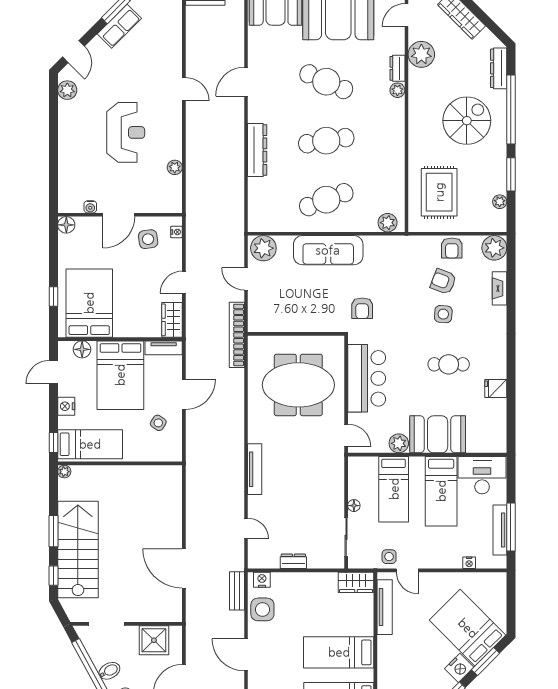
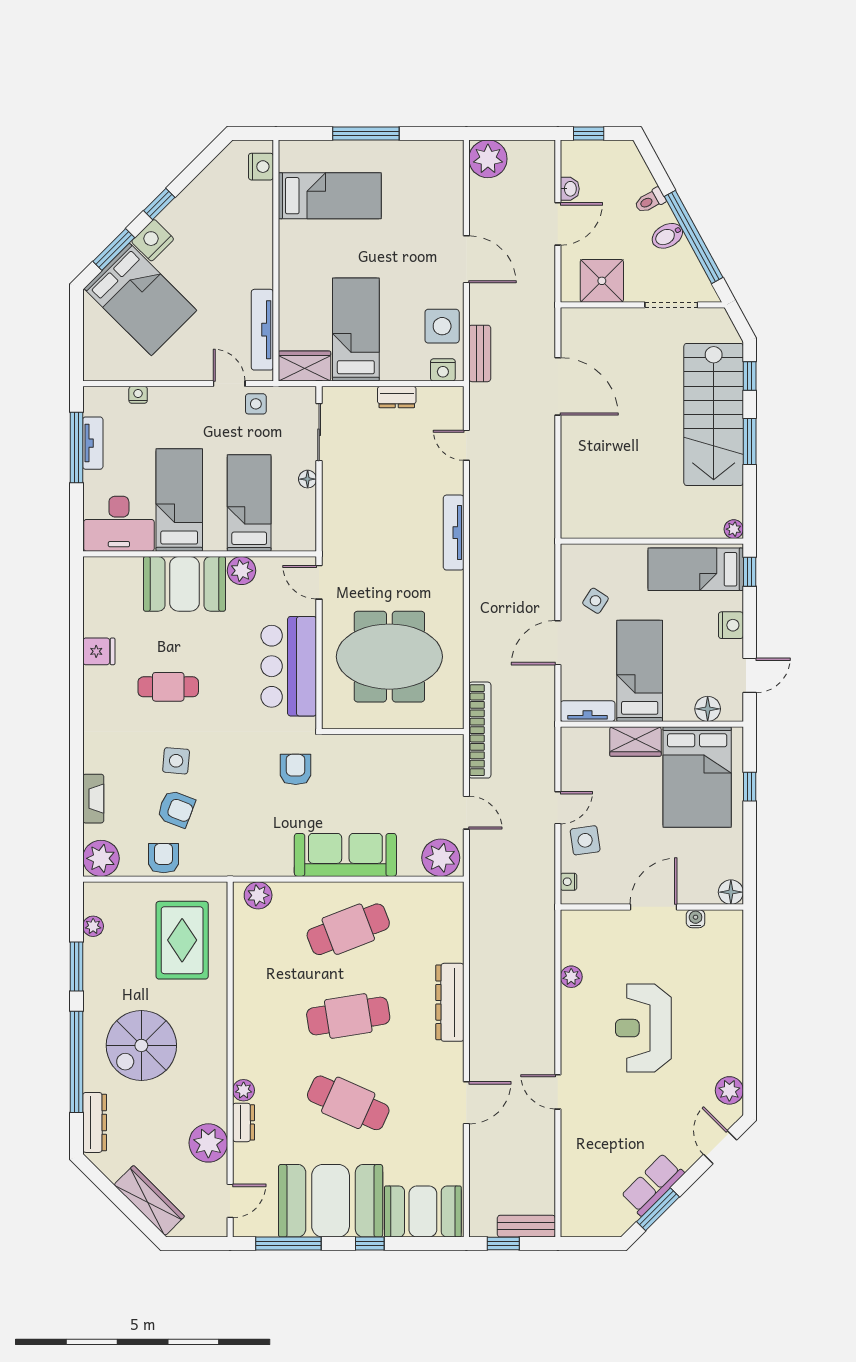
side table: (148, 239) -> (585, 840), moved
wardrobe: (172, 320) -> (635, 741), moved, turned 90
bed: (120, 375) -> (640, 671), width x0.67
tv unit: (500, 530) -> (93, 443), width x0.71
bed: (339, 652) -> (356, 330), moved, turned -90

